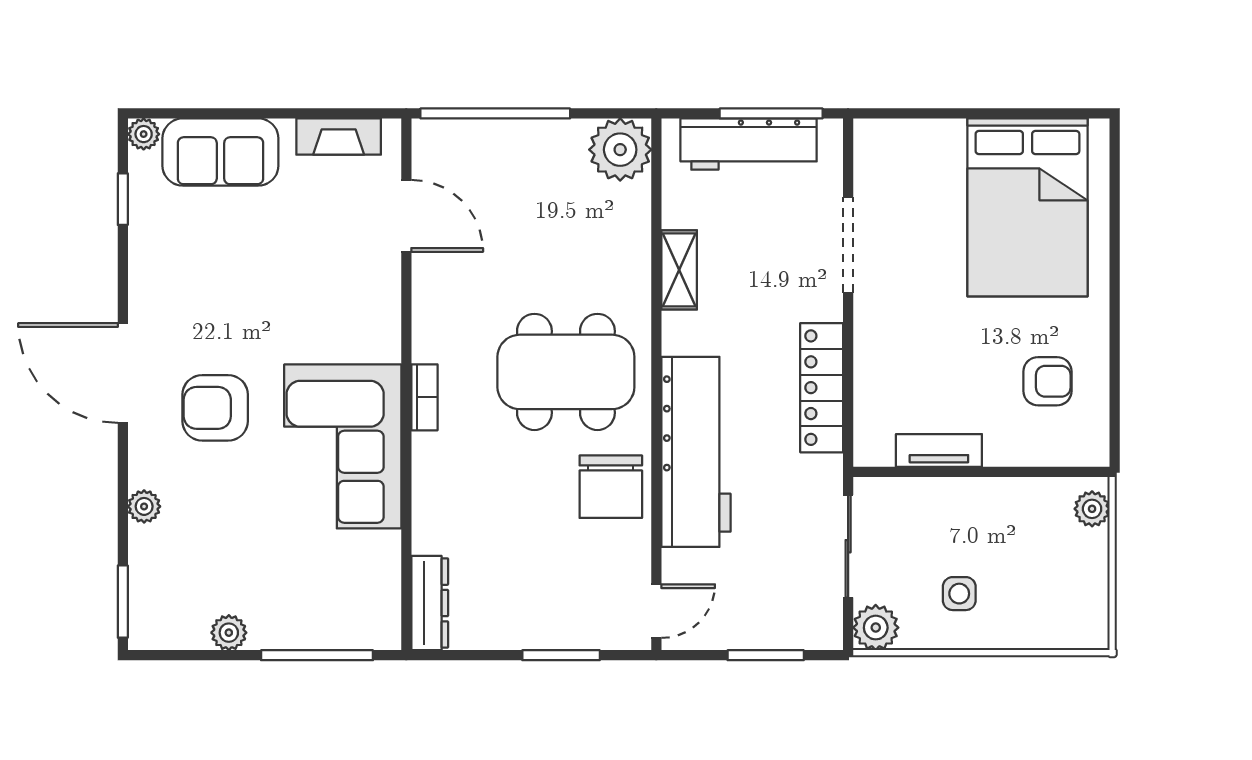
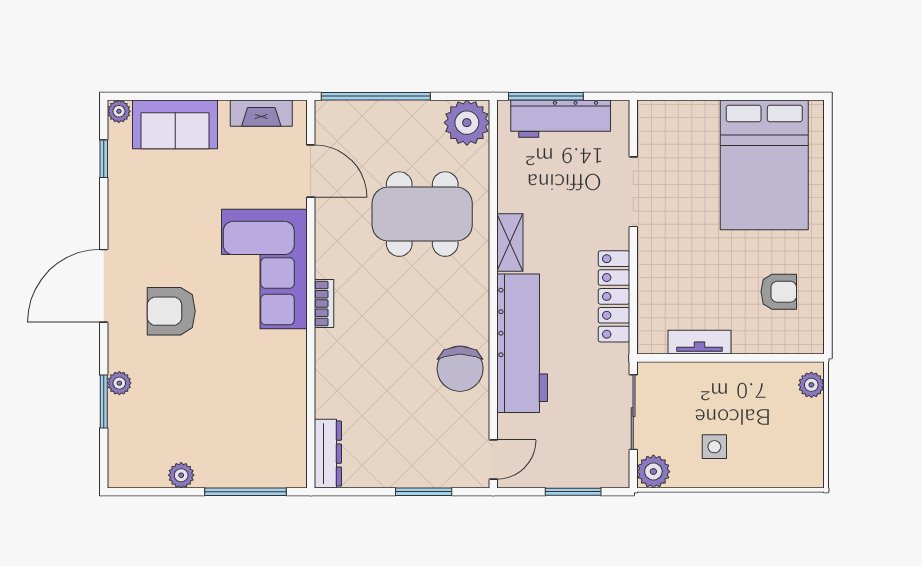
window: (771, 113) -> (546, 96), moved
shelving: (679, 270) -> (510, 243), moved
dining table: (566, 372) -> (422, 214), moved
door: (123, 373) -> (104, 286), hinge flipped
corner sofa: (343, 446) -> (264, 269), moved
window: (123, 602) -> (104, 401), moved

